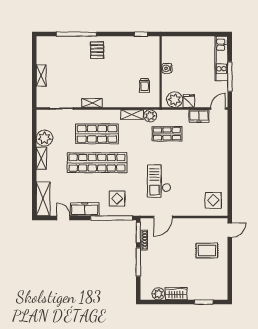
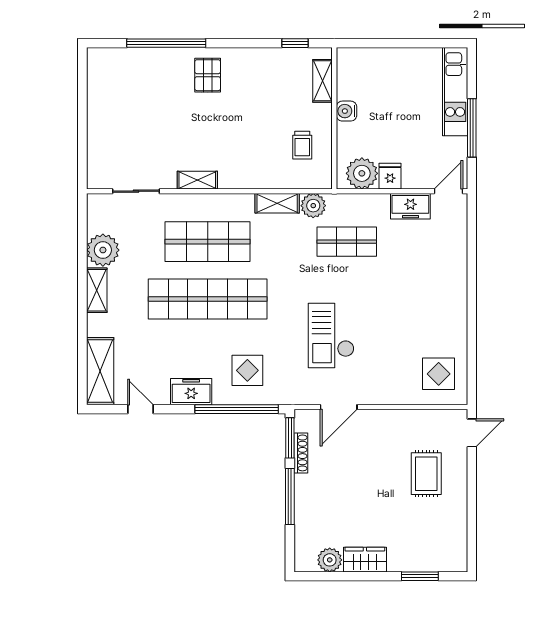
shelving: (41, 75) -> (322, 81), moved
freezer: (85, 209) -> (191, 392), width x0.71
rug: (207, 250) -> (426, 474), turned 90

